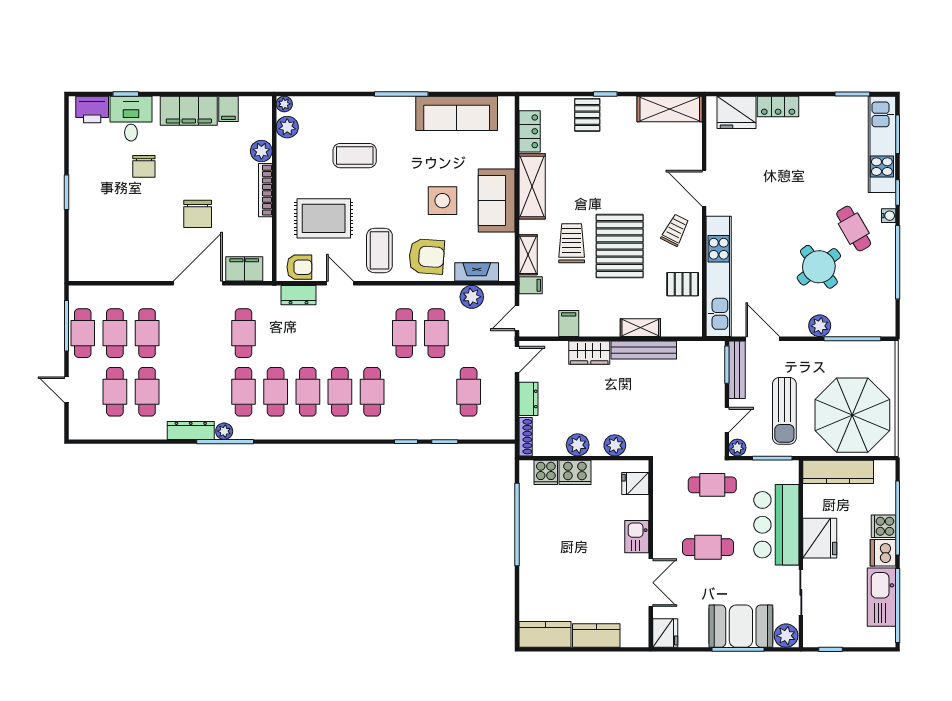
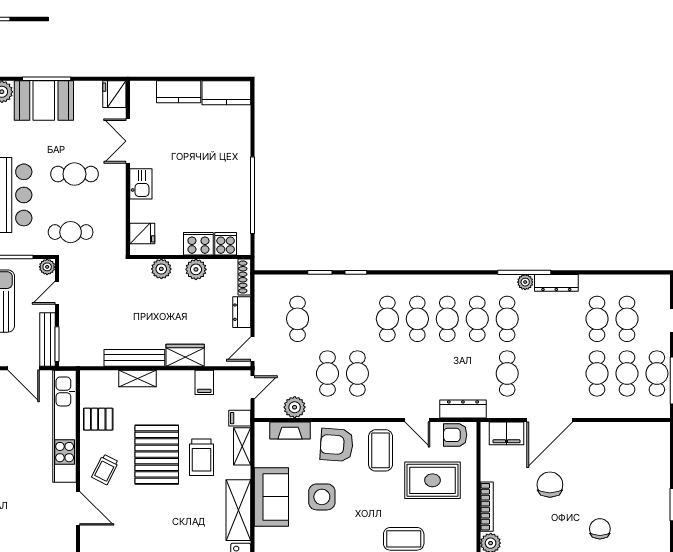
dresser: (299, 295) -> (463, 409), width x1.44

